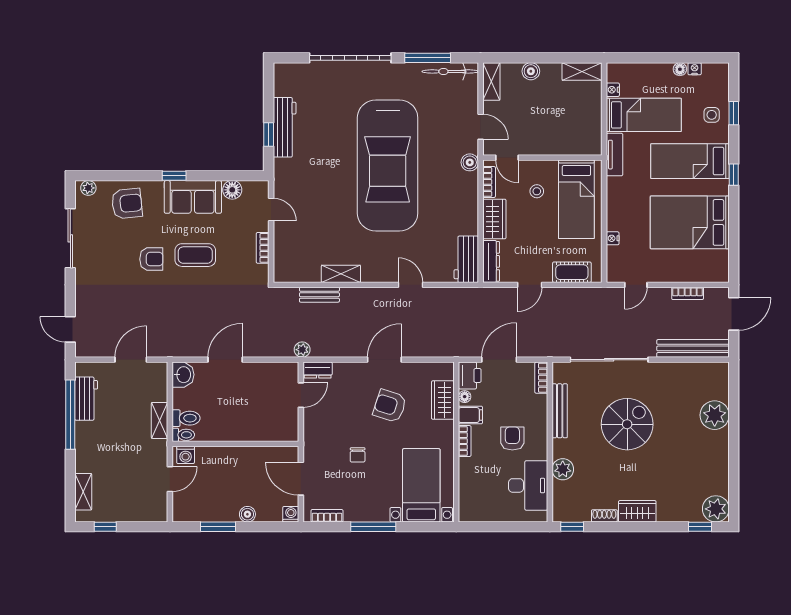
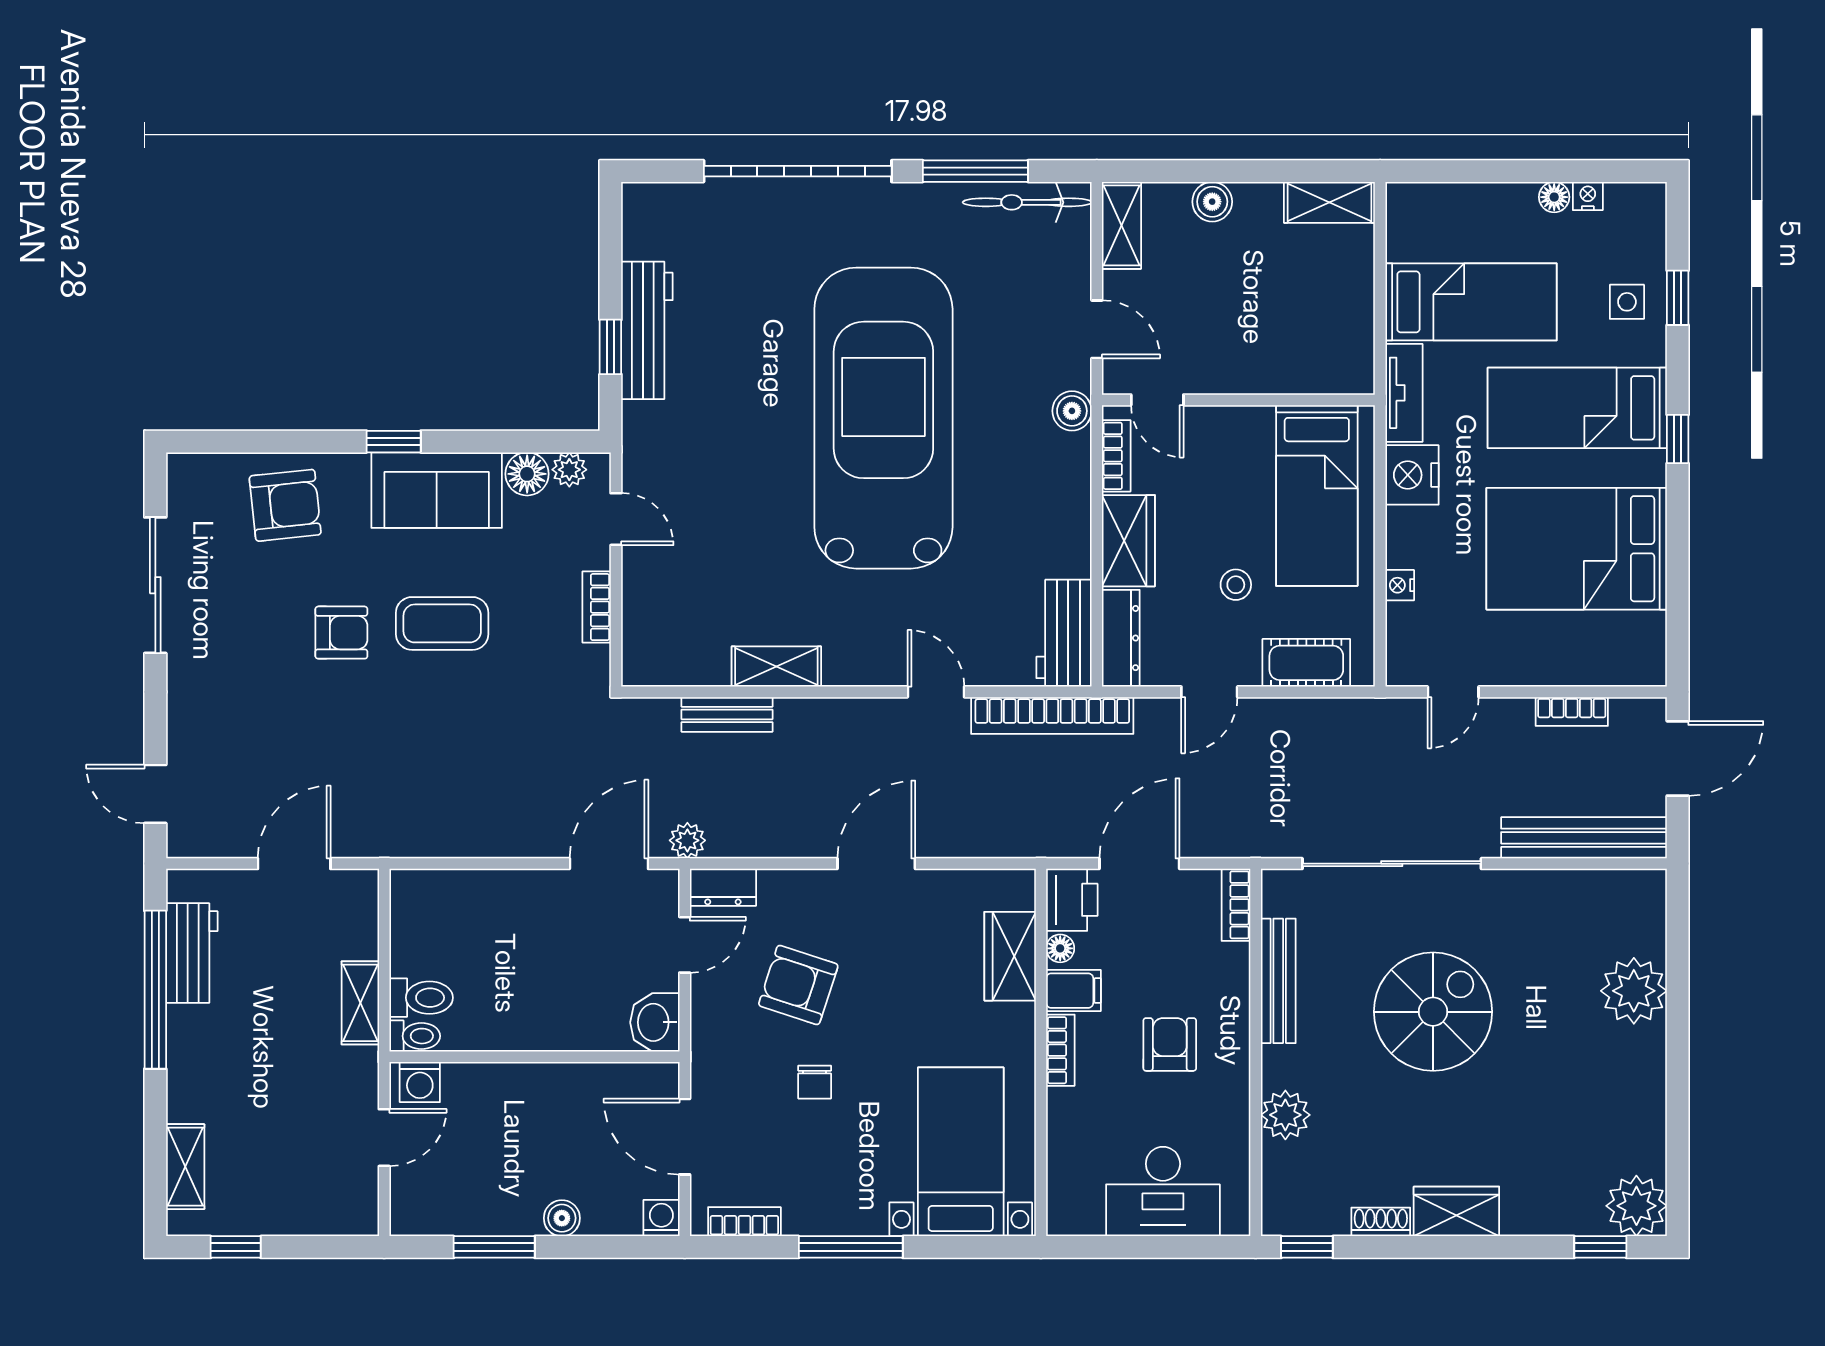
nightstand: (613, 90) -> (1412, 475), moved, width x1.89, depth x1.79
car: (388, 166) -> (883, 418), turned 180
plant: (88, 188) -> (569, 470), moved
stool: (537, 191) -> (1236, 585), moved
bookcase: (461, 295) -> (1052, 715), added
door: (225, 360) -> (609, 864), moved
washbasin: (183, 375) -> (655, 1022), moved, turned 180
armchair: (390, 406) -> (798, 985), moved
desk: (528, 485) -> (1163, 1191), moved, turned 90

